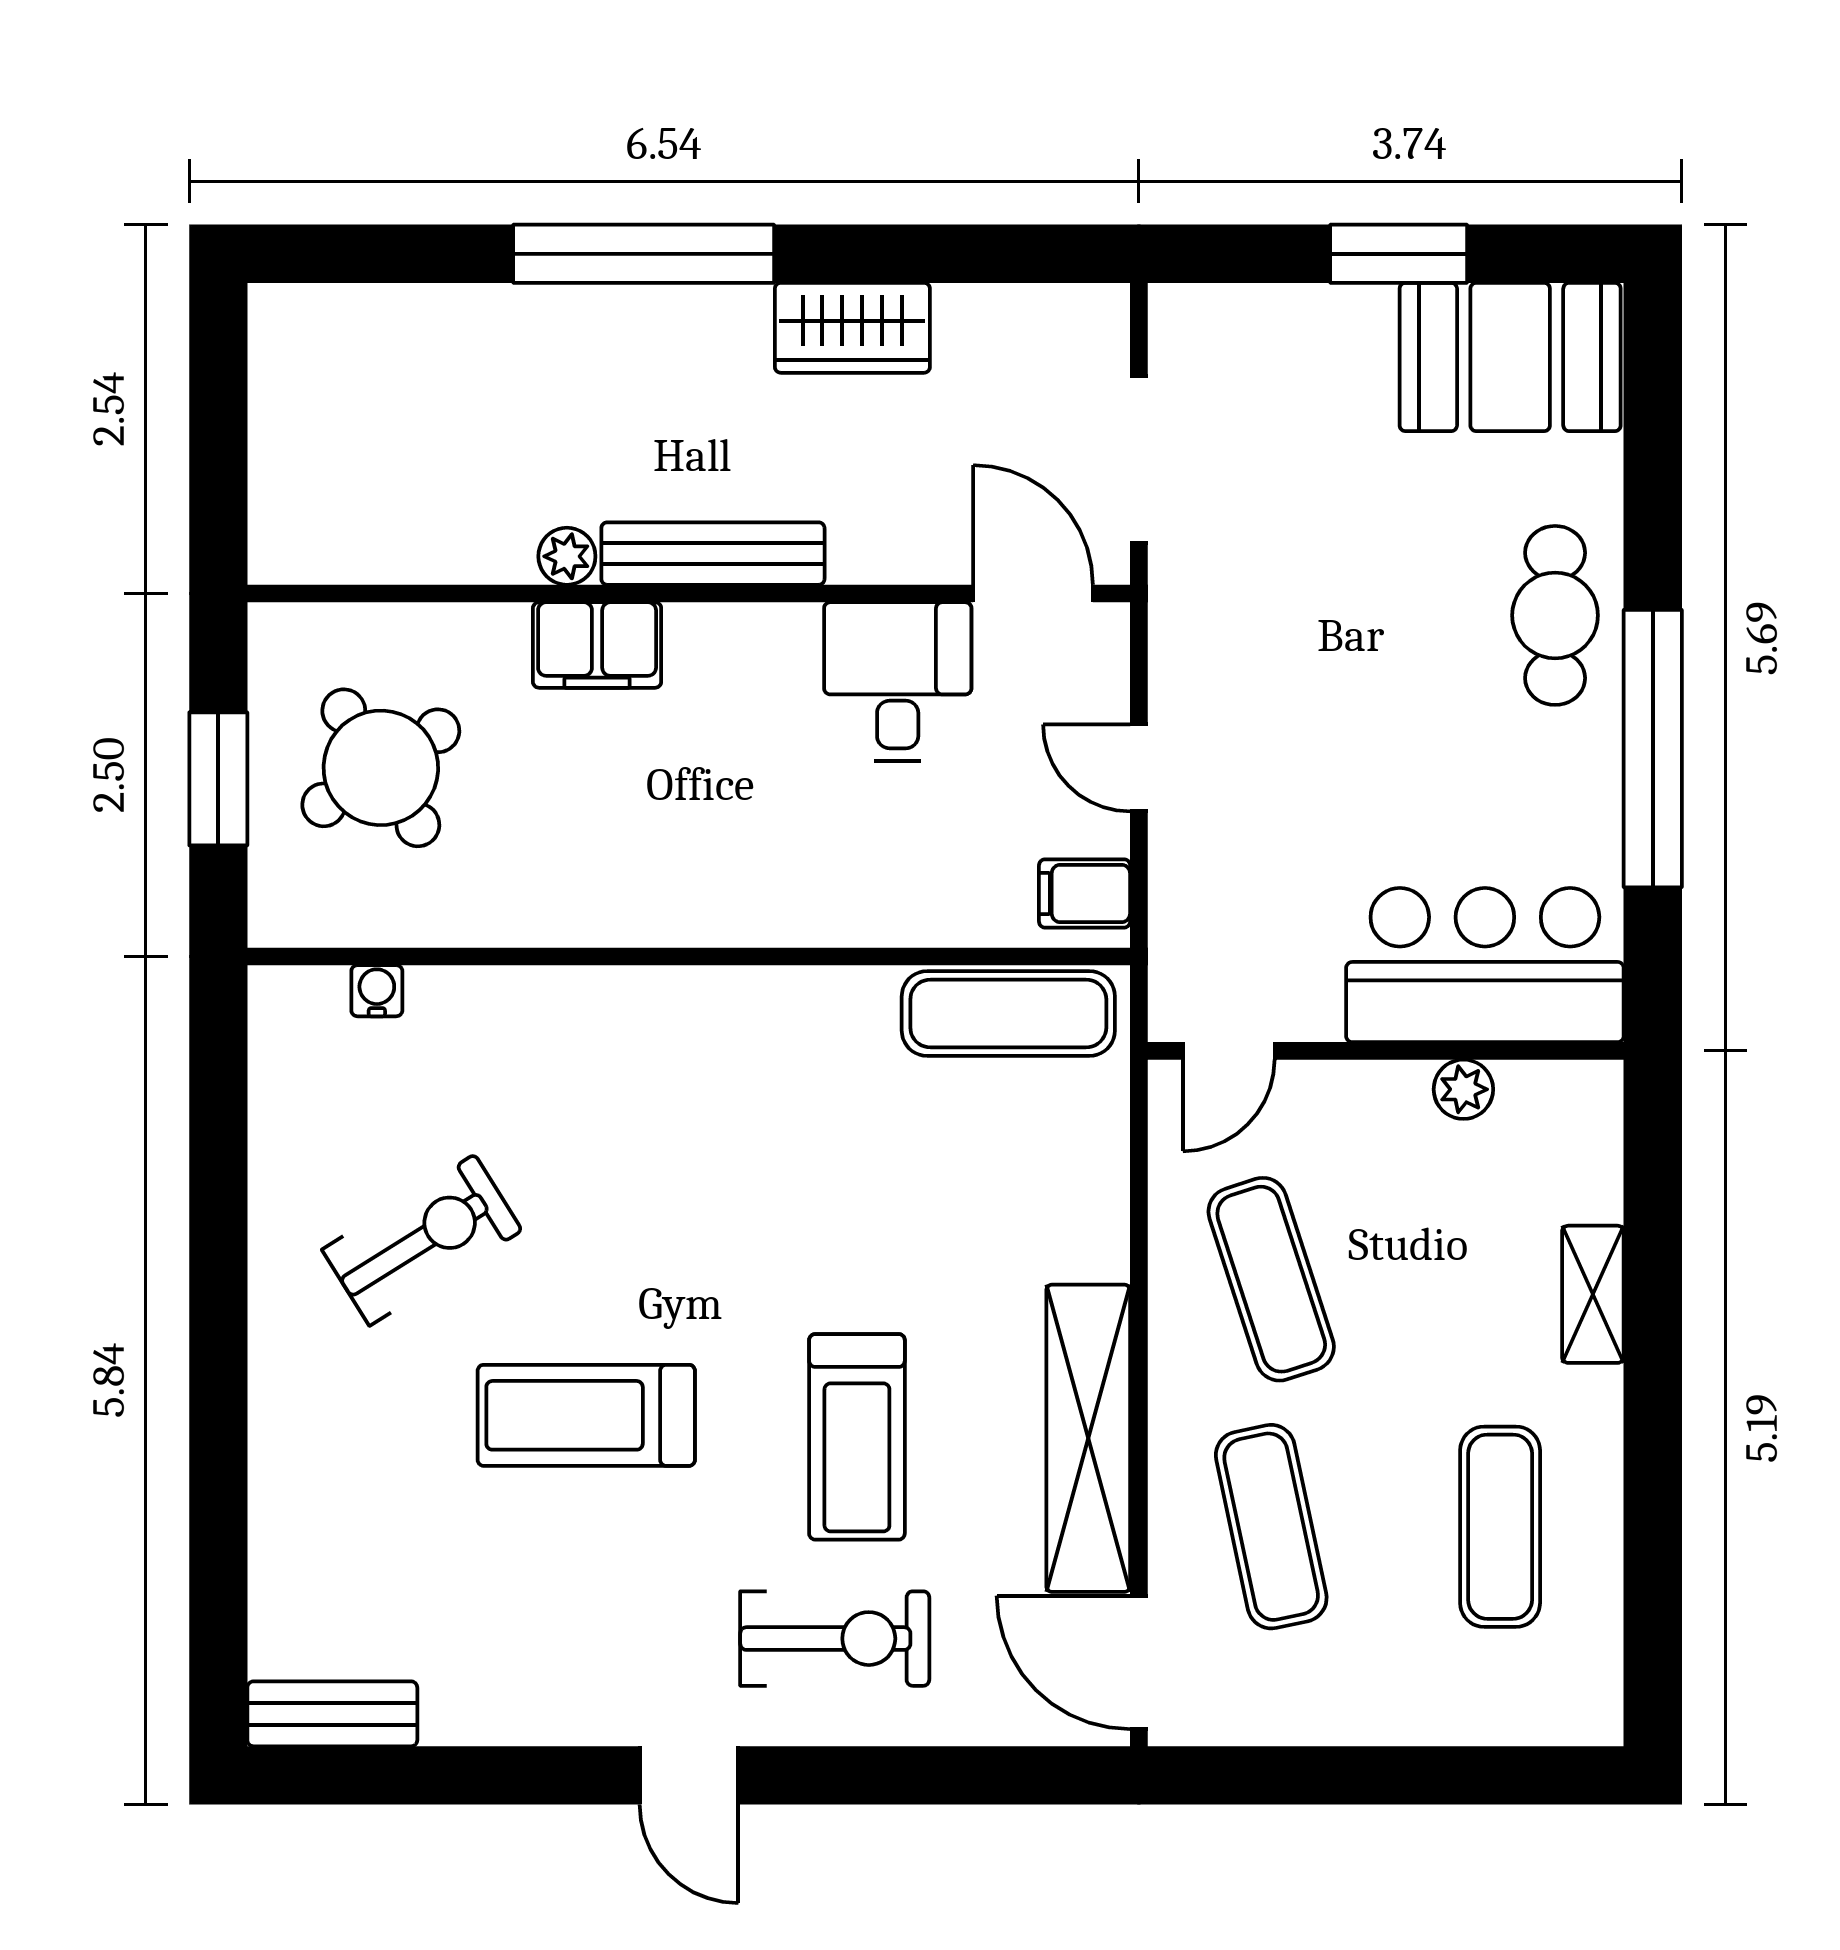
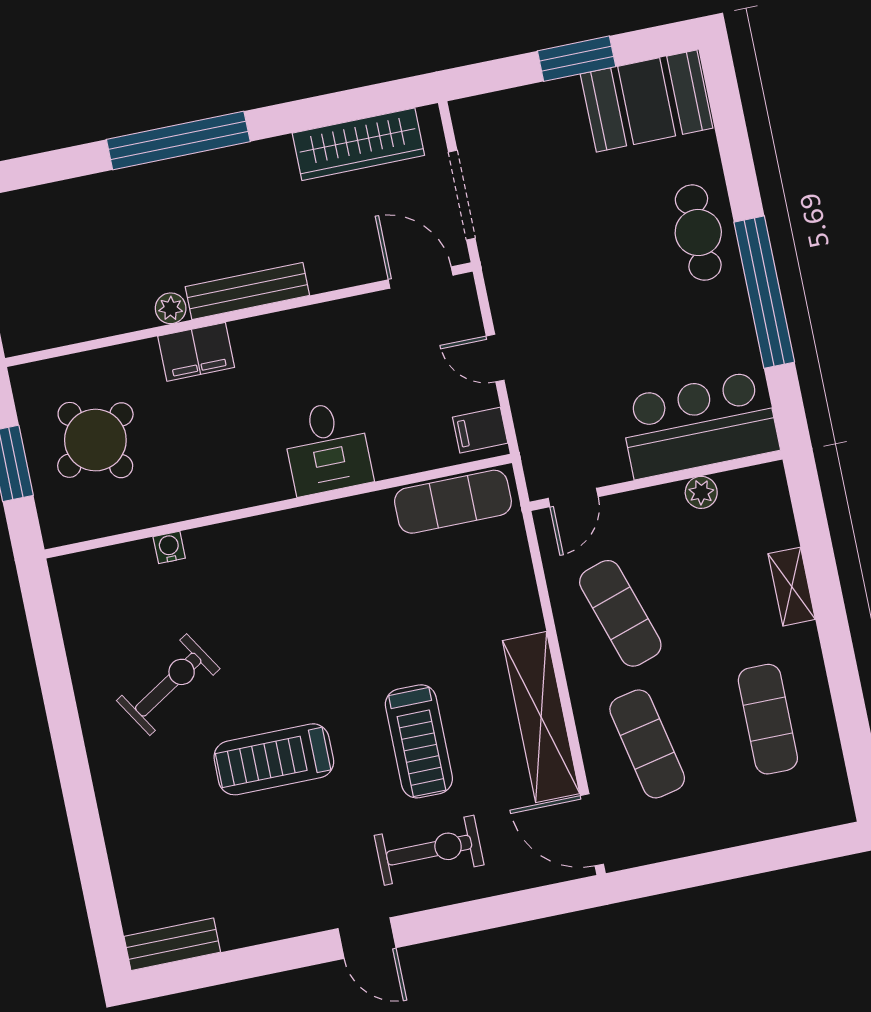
wardrobe: (852, 328) -> (358, 144), moved, width x1.50
desk: (898, 682) -> (327, 448), moved, turned 180
water cooler: (377, 991) -> (169, 547), moved

